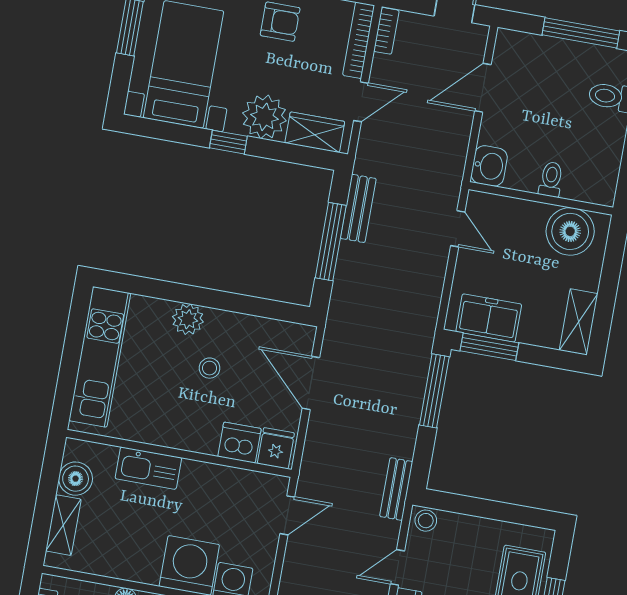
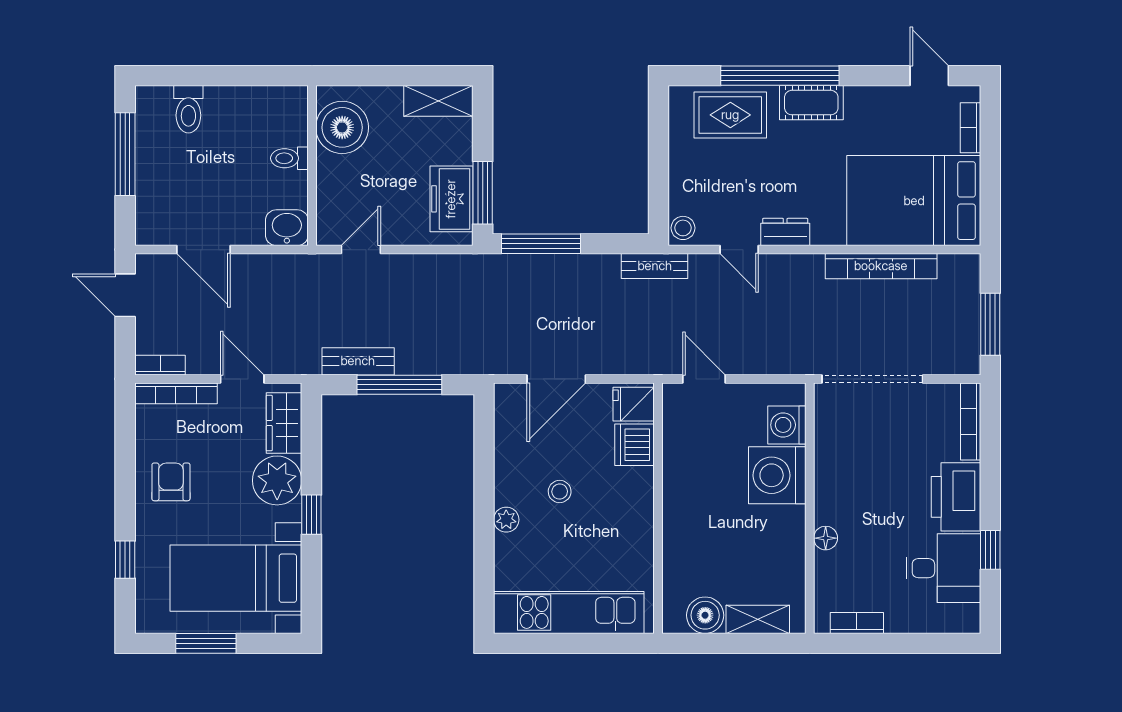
plant: (188, 319) -> (506, 520), width x0.73, depth x0.73
kitchen sink: (148, 468) -> (680, 538), removed

